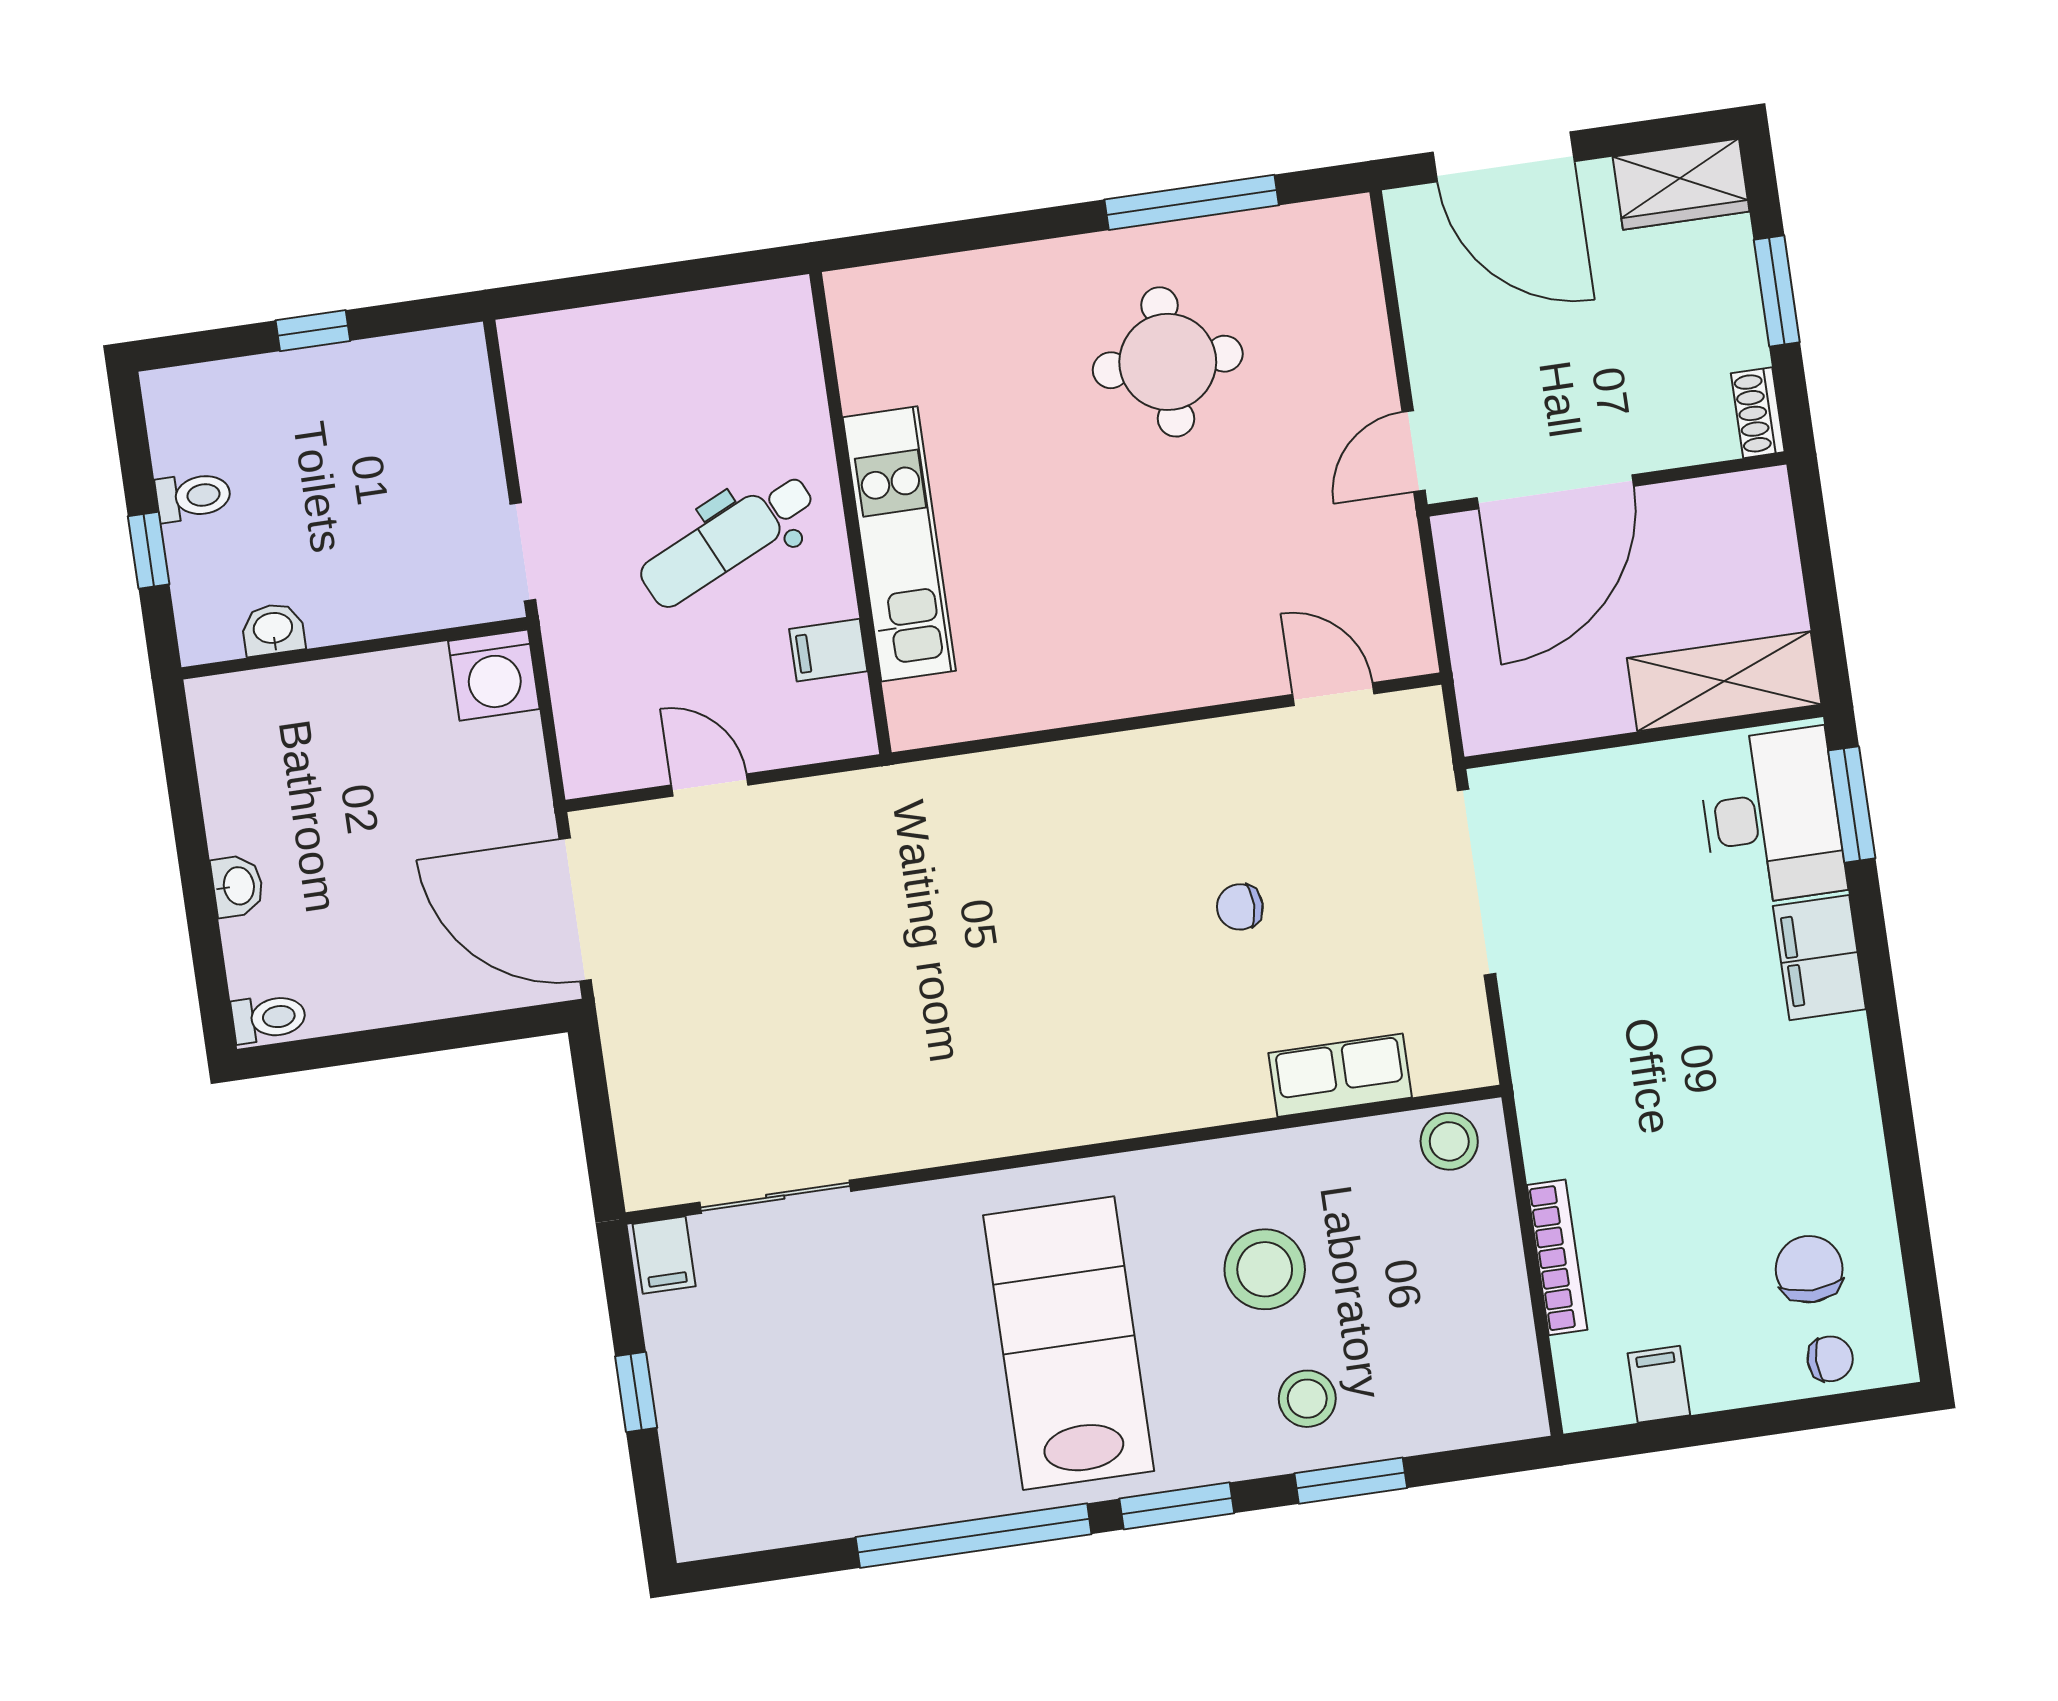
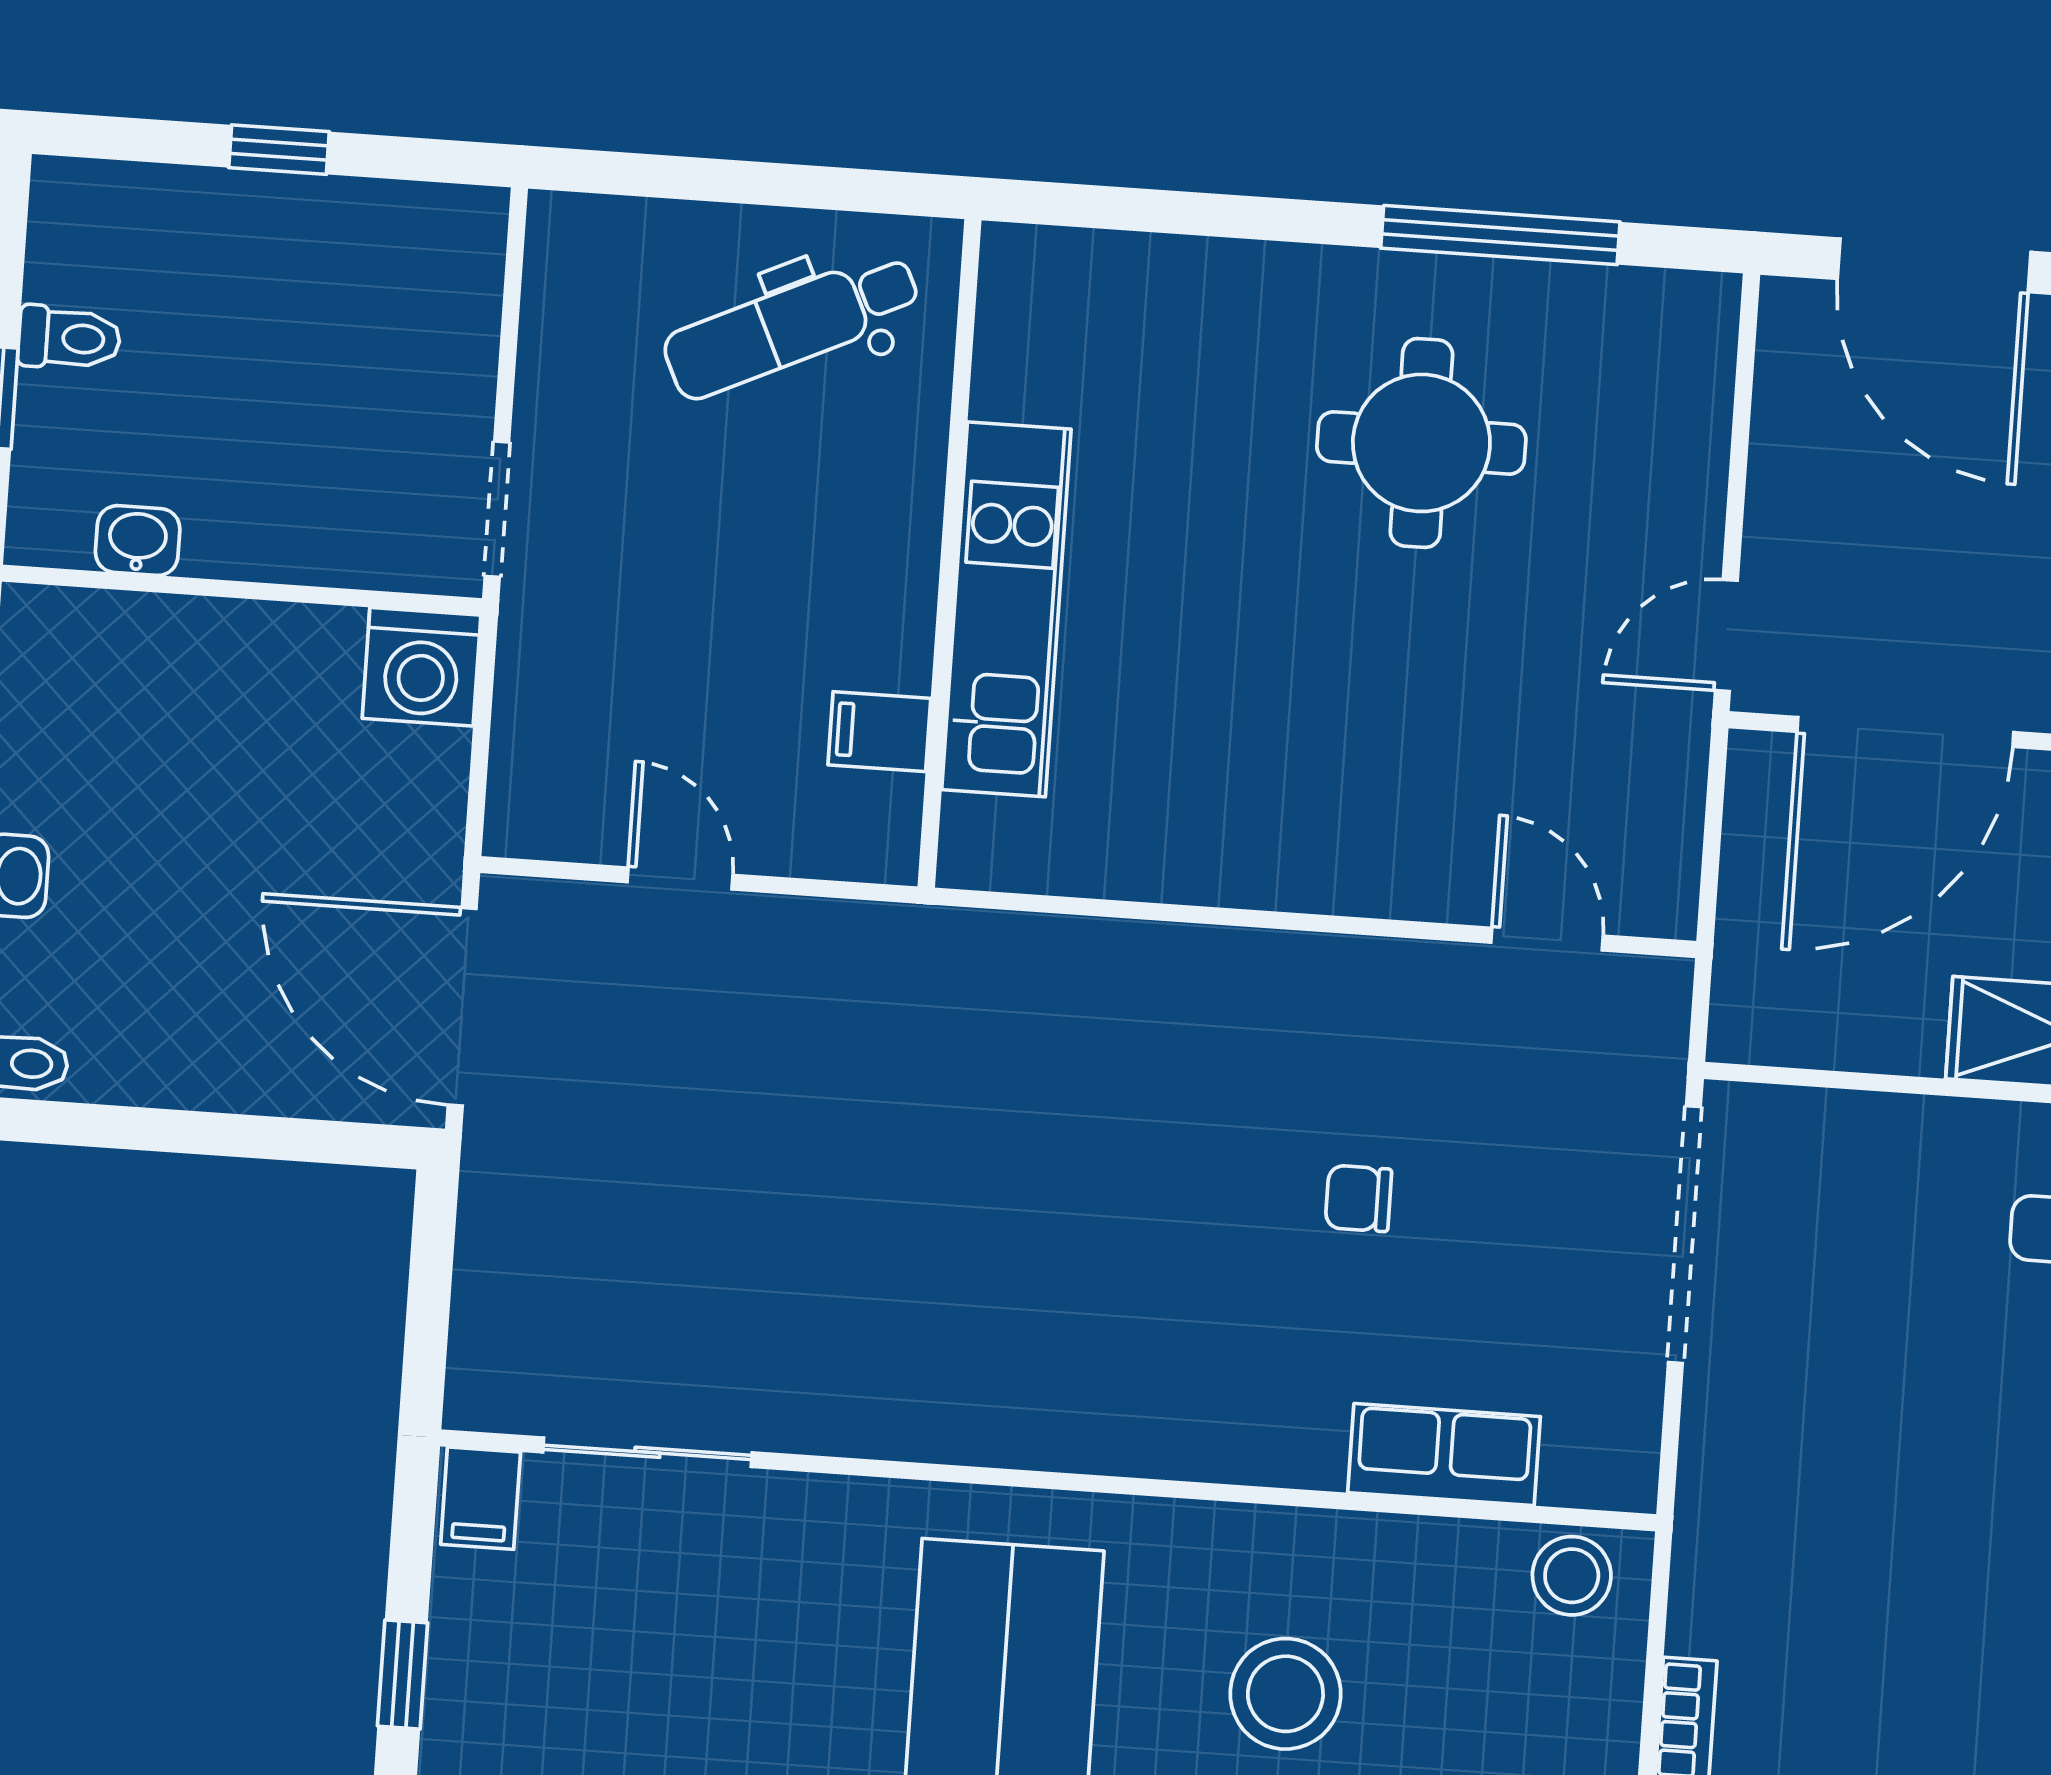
dental chair: (728, 540) -> (792, 325), moved

